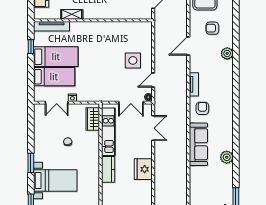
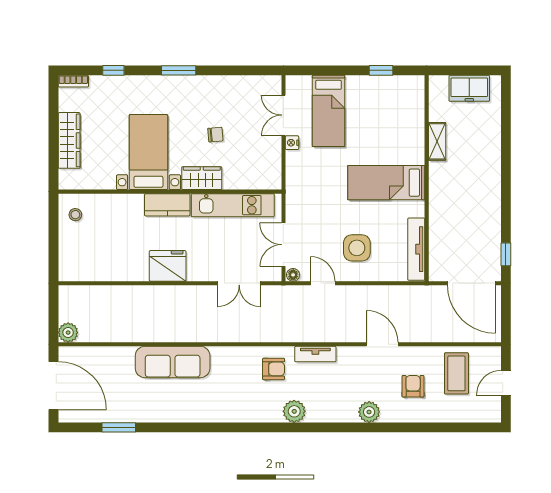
tv unit: (52, 26) -> (416, 249), moved
bed: (56, 57) -> (386, 183), moved, turned 90
wardrobe: (93, 119) -> (202, 178), moved
sofa: (198, 144) -> (173, 362), moved
plant: (227, 157) -> (294, 411), moved
bed with nightstands: (55, 181) -> (148, 152), moved, turned 180

